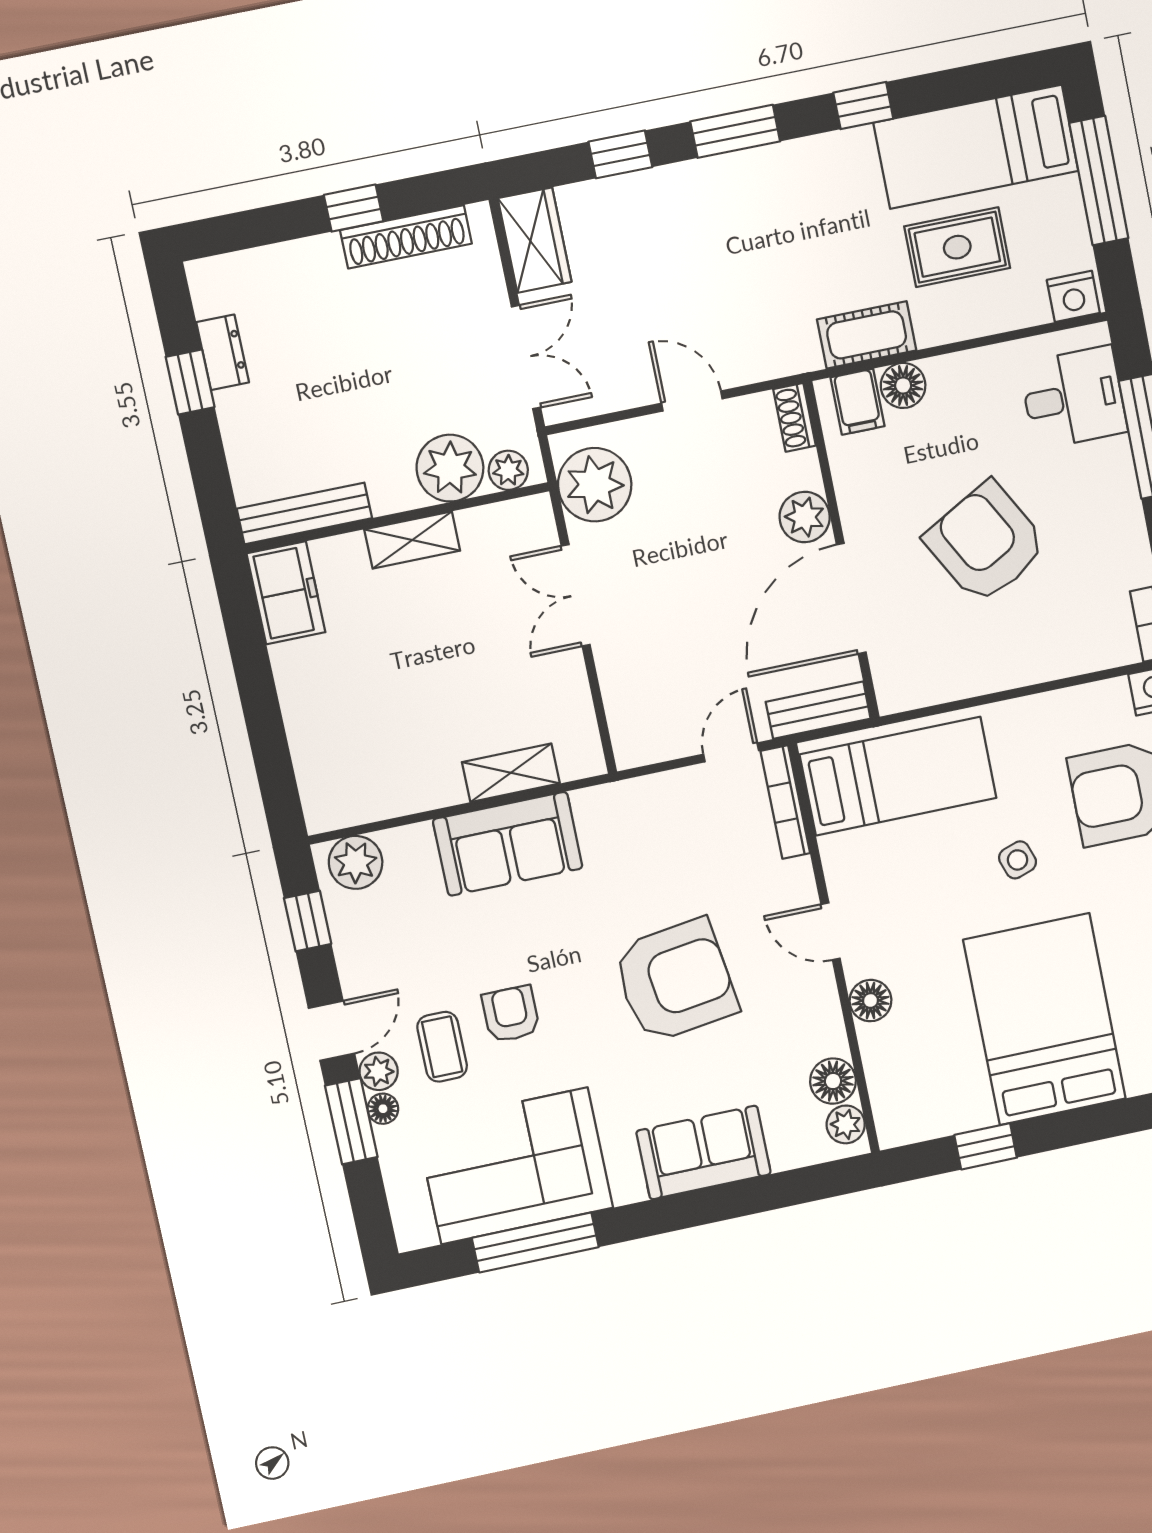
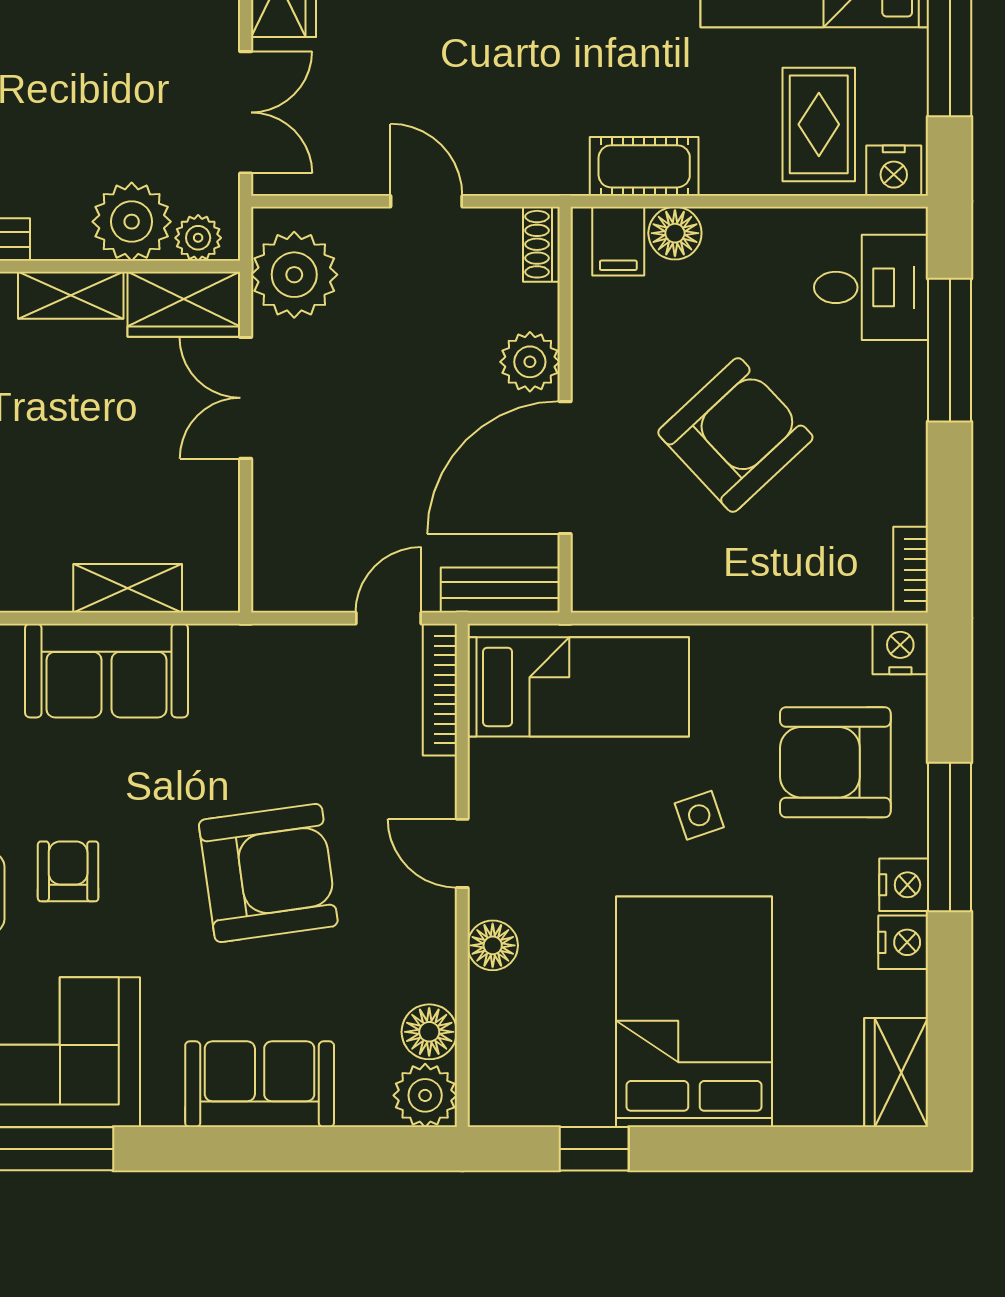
rug: (957, 247) -> (819, 124), moved, turned 90
wardrobe: (508, 528) -> (184, 304), added
armchair: (986, 543) -> (735, 435), turned 76
plant: (846, 1124) -> (425, 1095), width x1.38, depth x1.38

